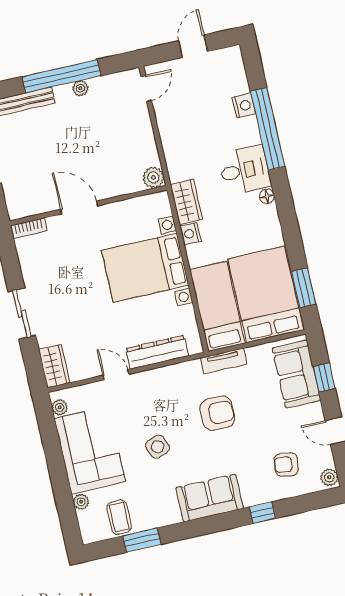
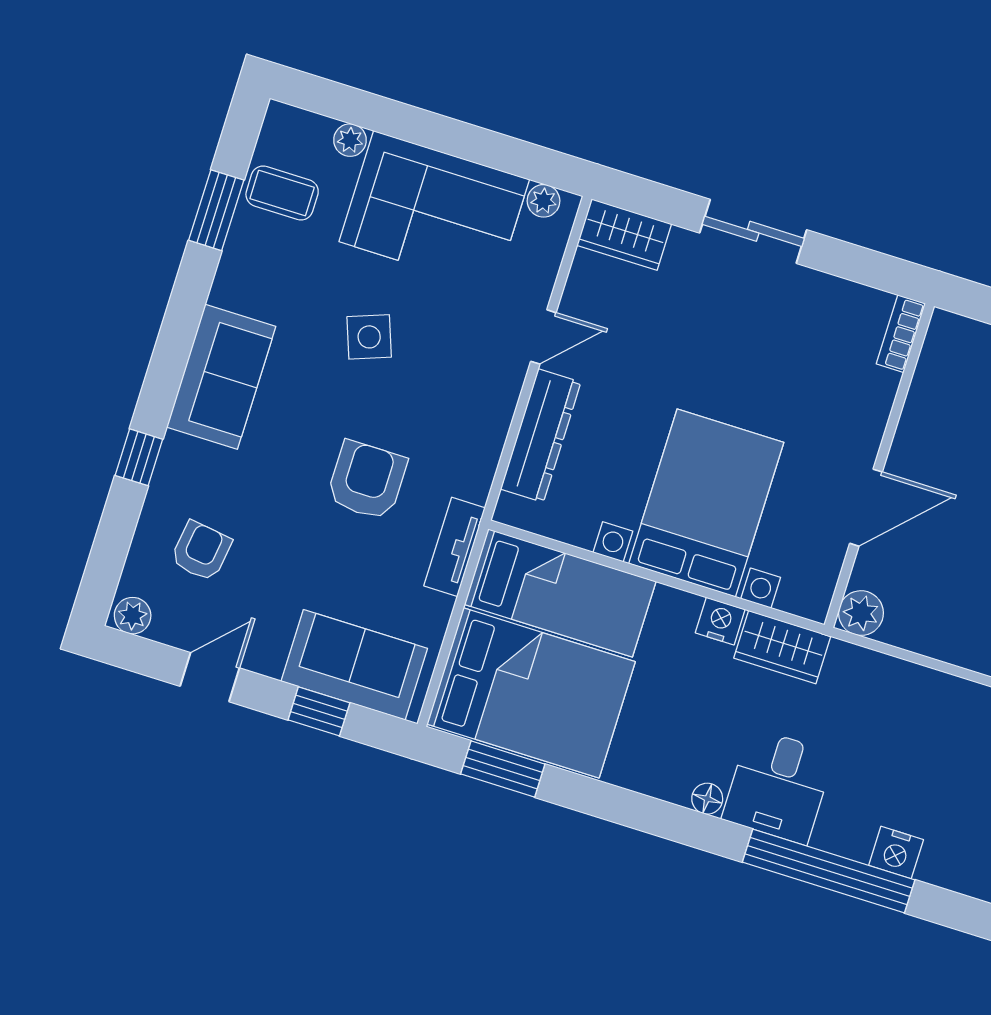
door: (79, 207) -> (866, 508), moved
armchair: (217, 413) -> (367, 480), turned 180

